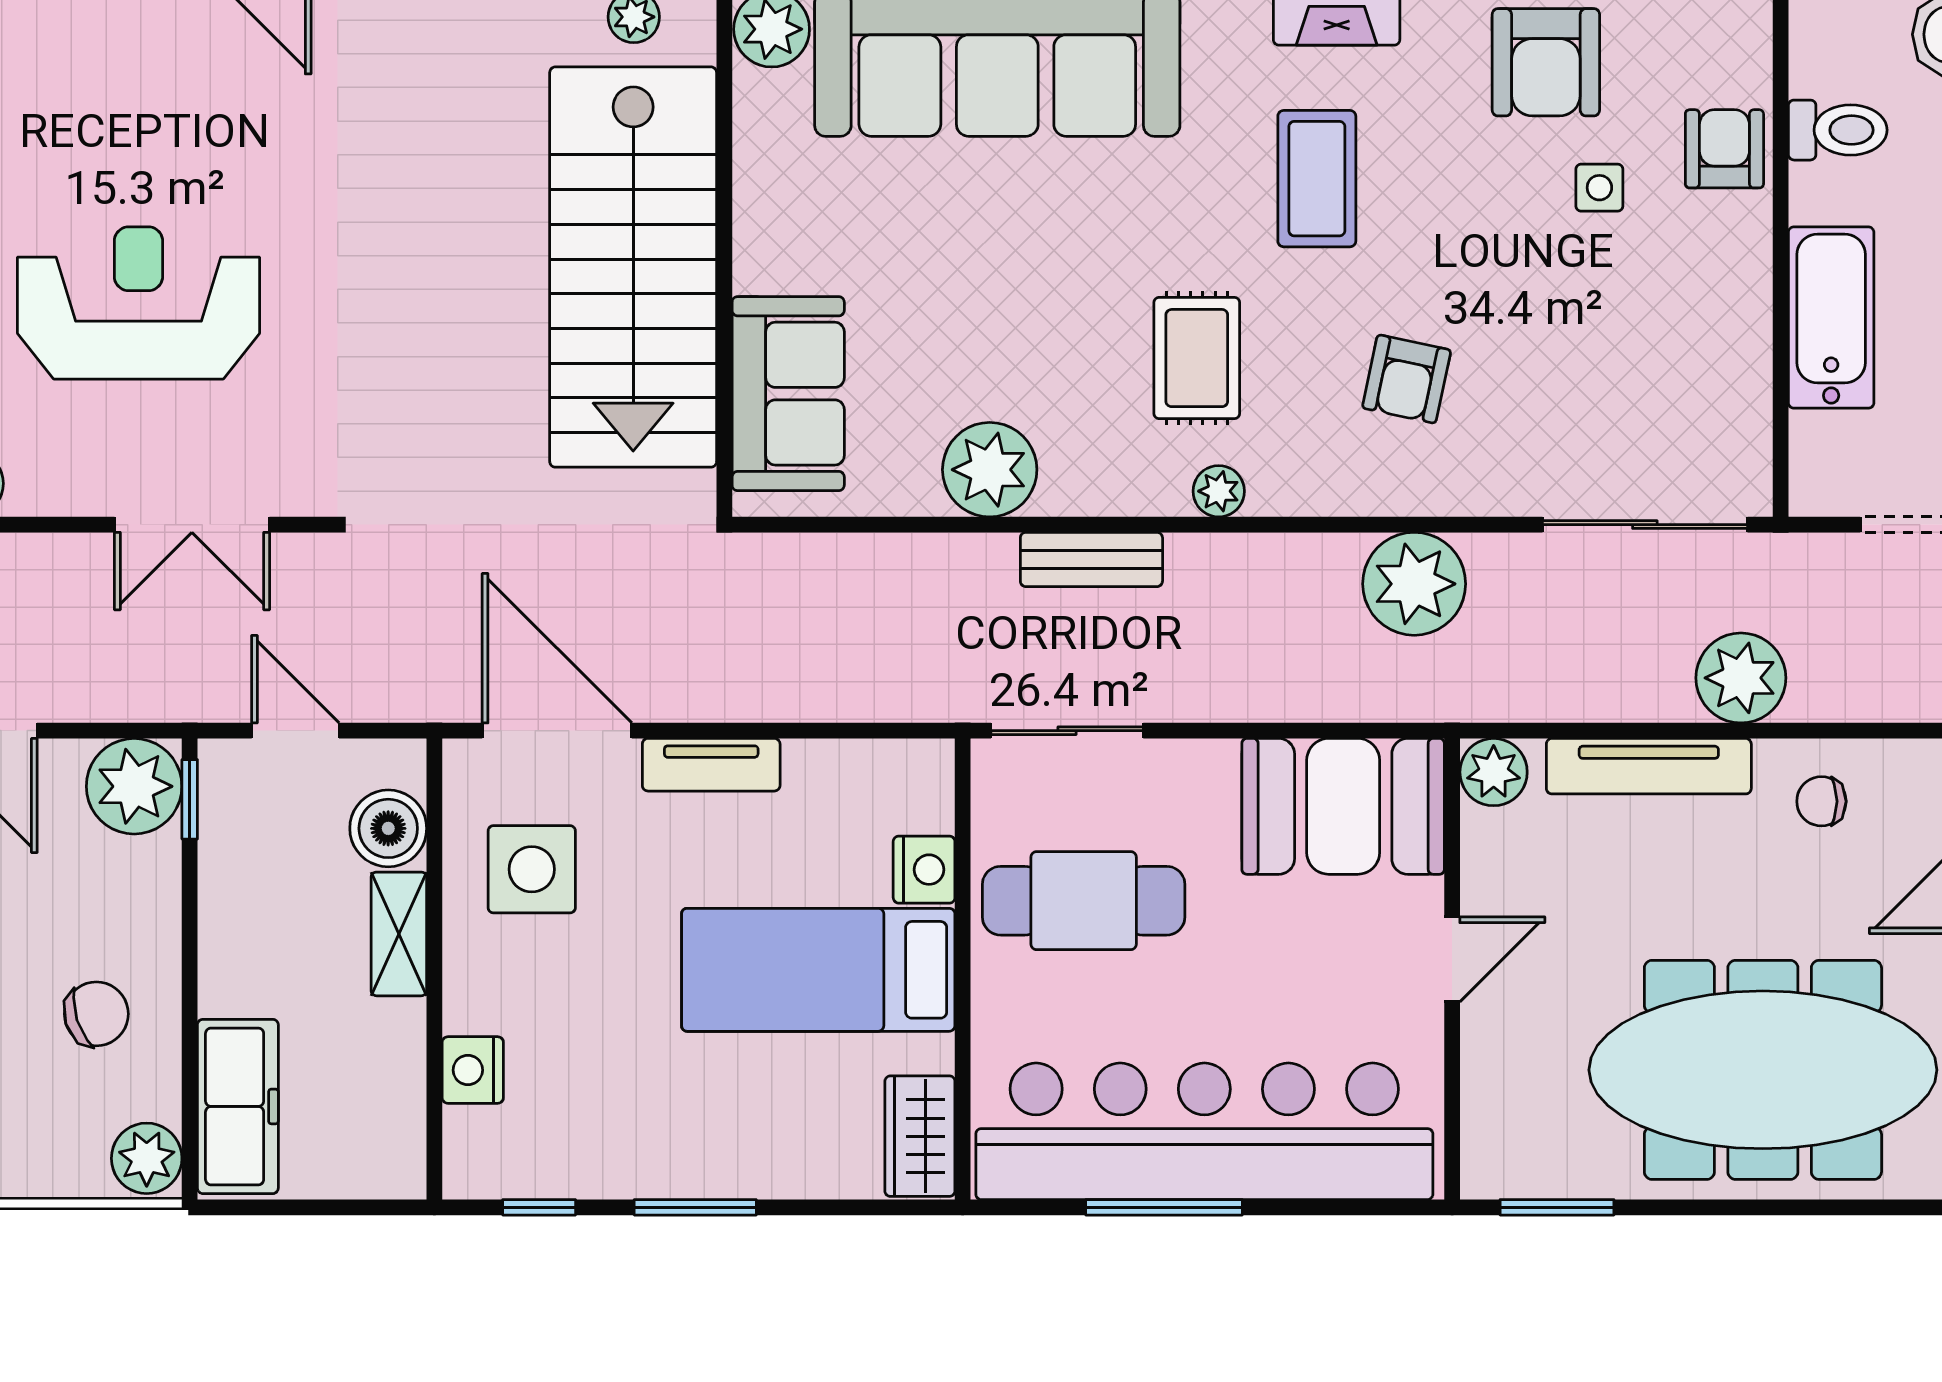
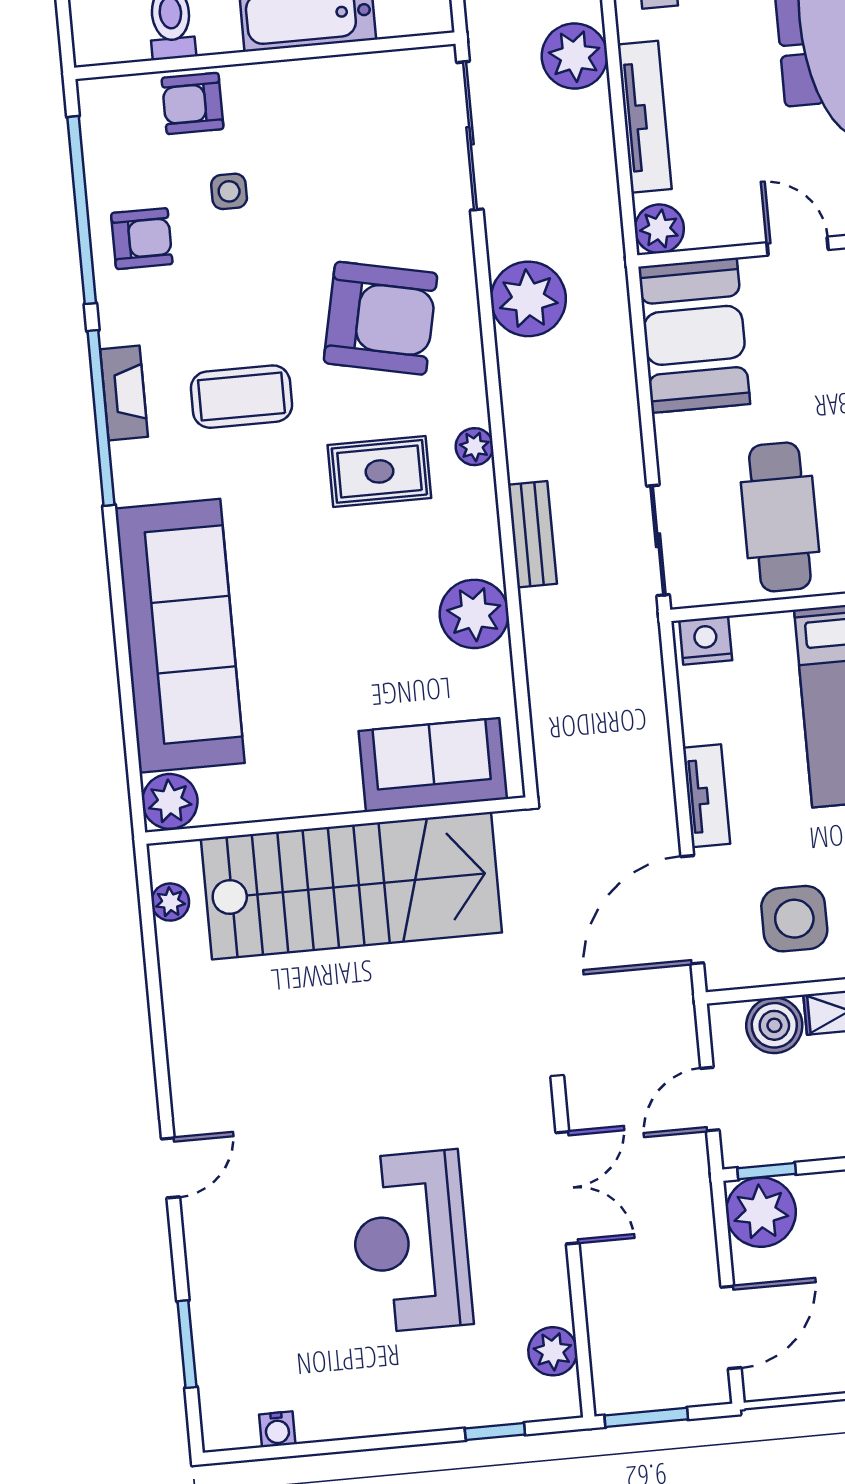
armchair: (1546, 62) -> (142, 239), width x0.72, depth x0.72
armchair: (1407, 379) -> (381, 318), width x1.88, depth x1.88
nightstand: (924, 870) -> (706, 640), moved

